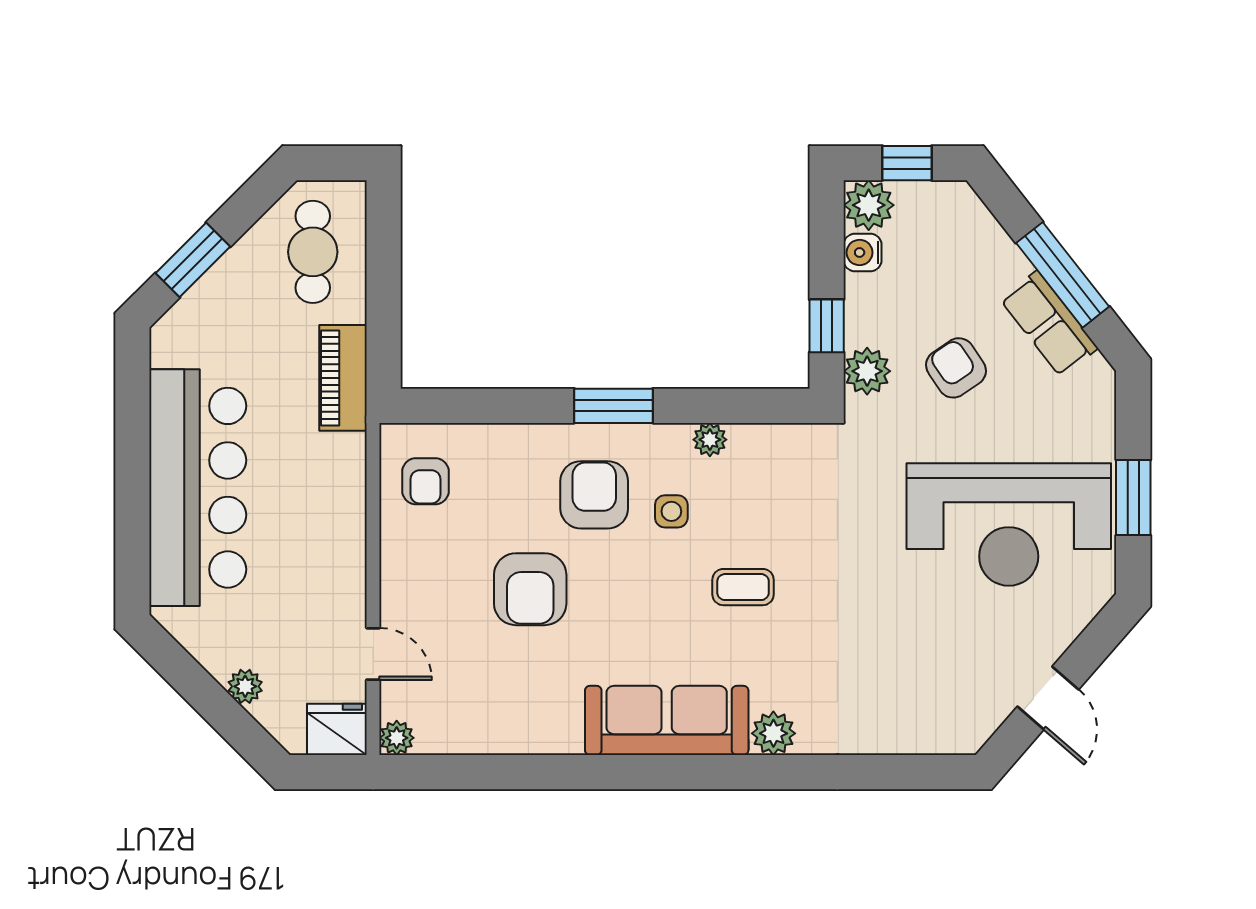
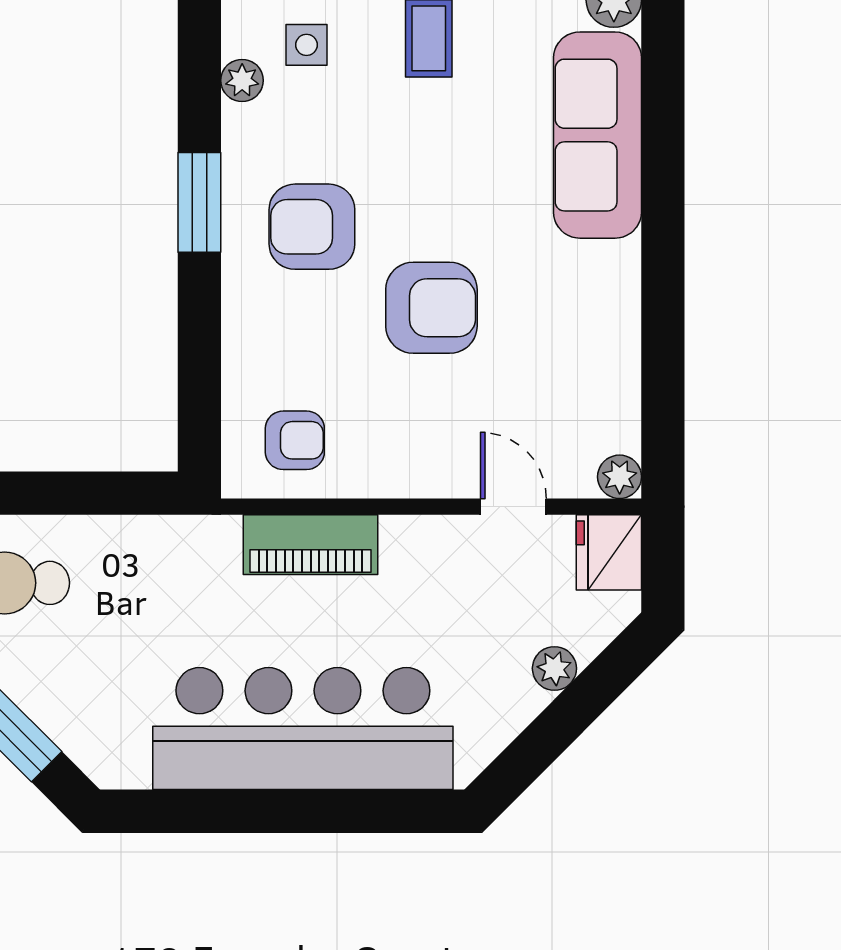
piano: (343, 378) -> (311, 545), moved
side table: (671, 511) -> (306, 45), moved
door: (373, 654) -> (513, 507), hinge flipped

